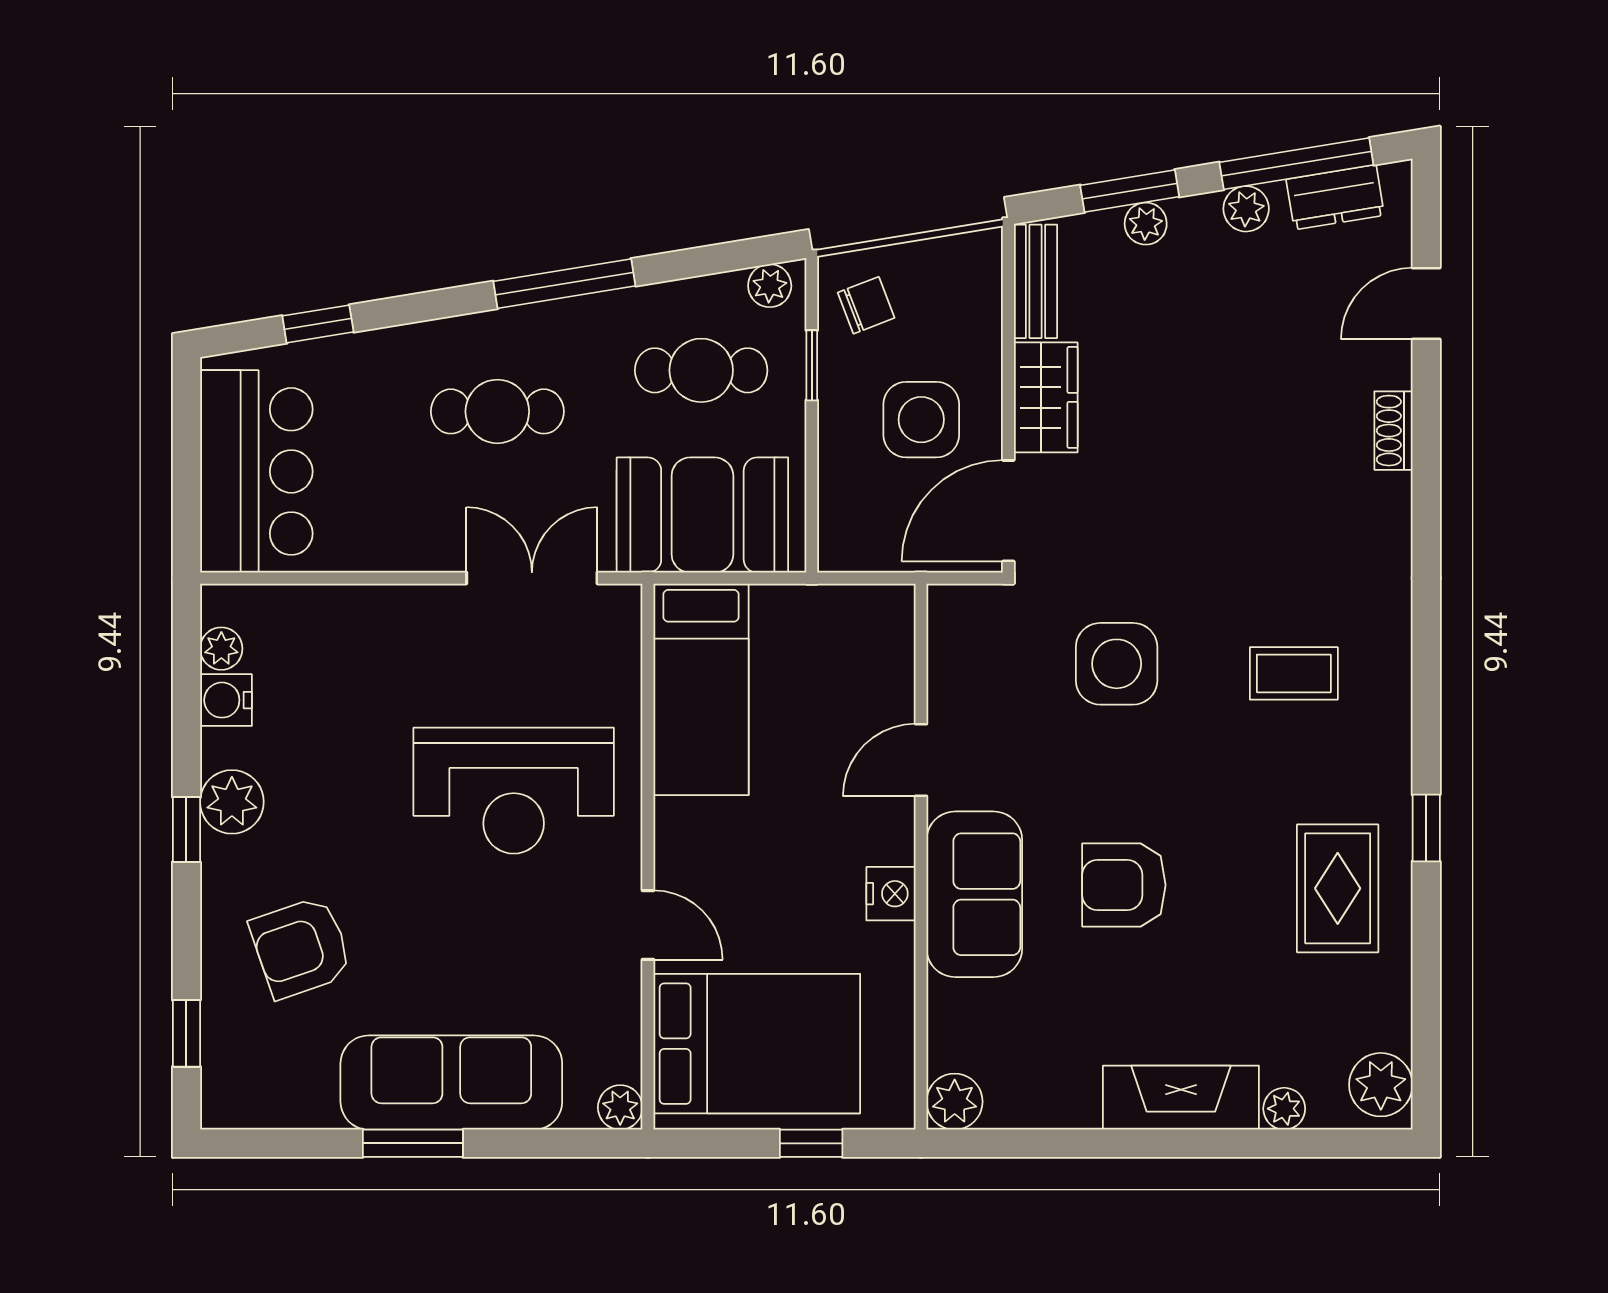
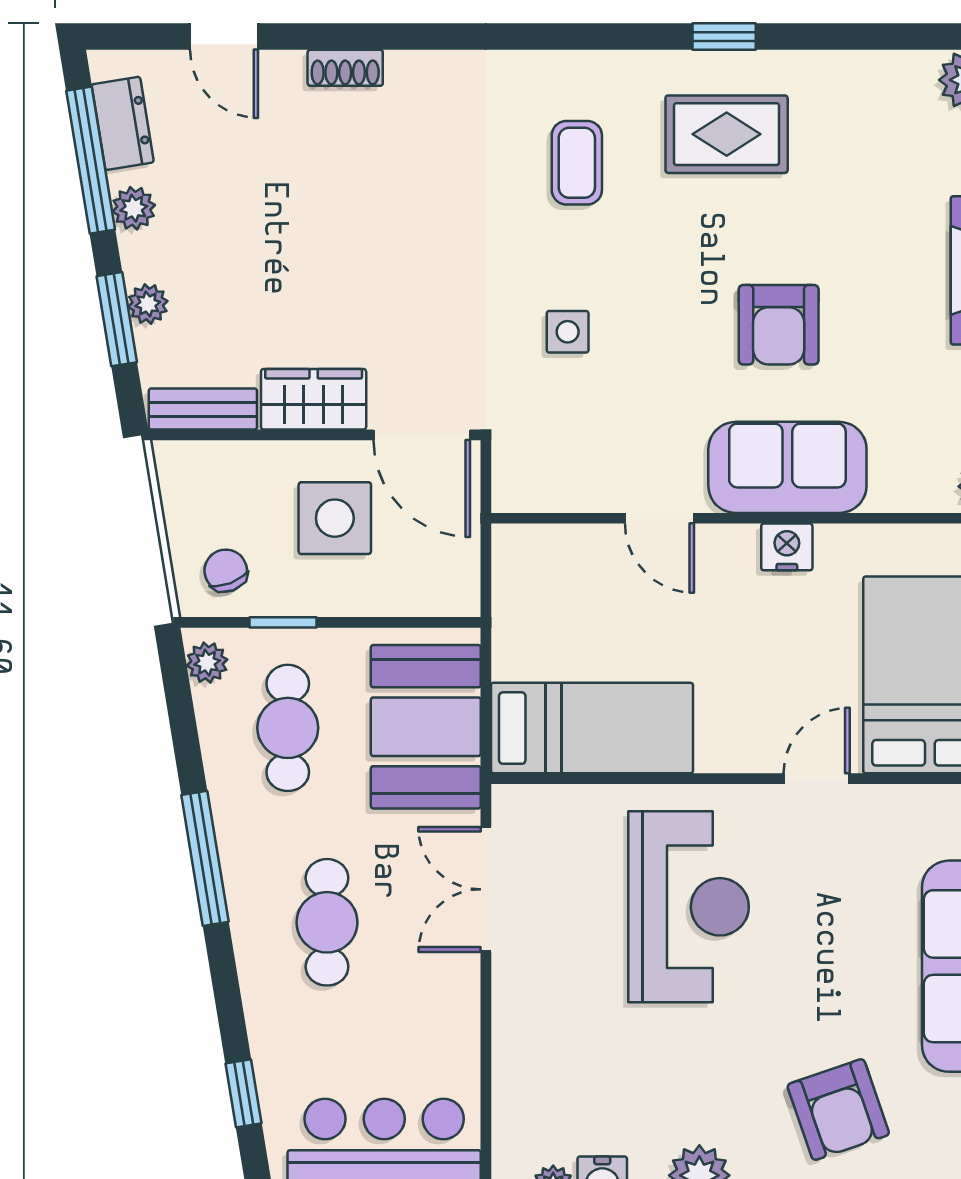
side table: (1117, 664) -> (568, 332), width x0.54, depth x0.54
rug: (1338, 888) -> (727, 134), moved

